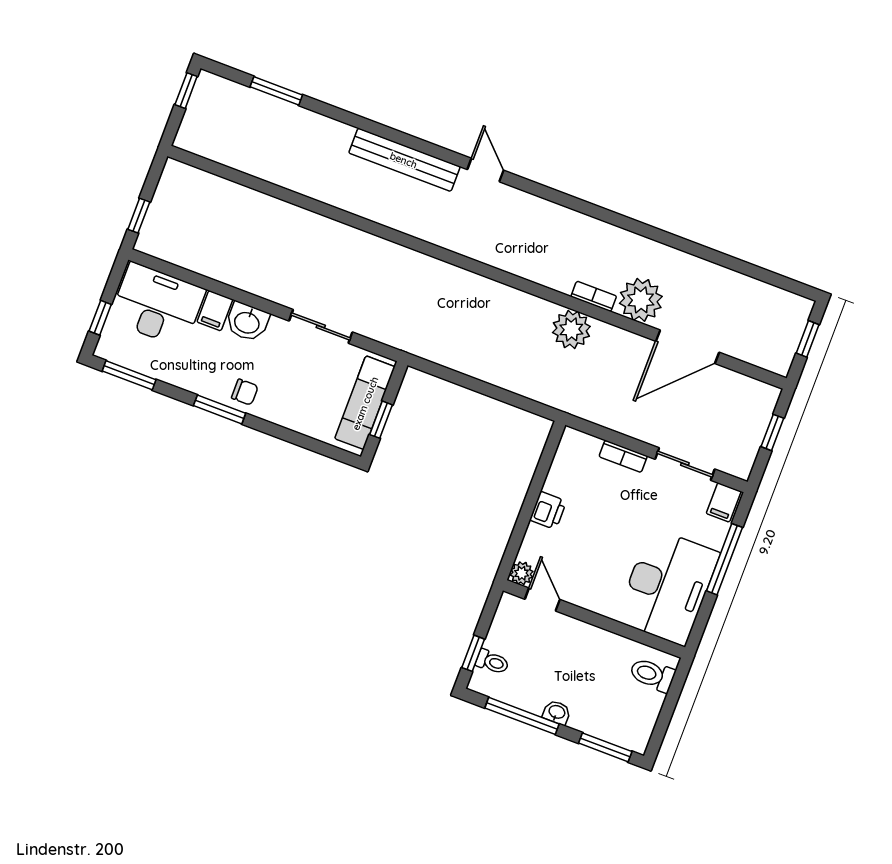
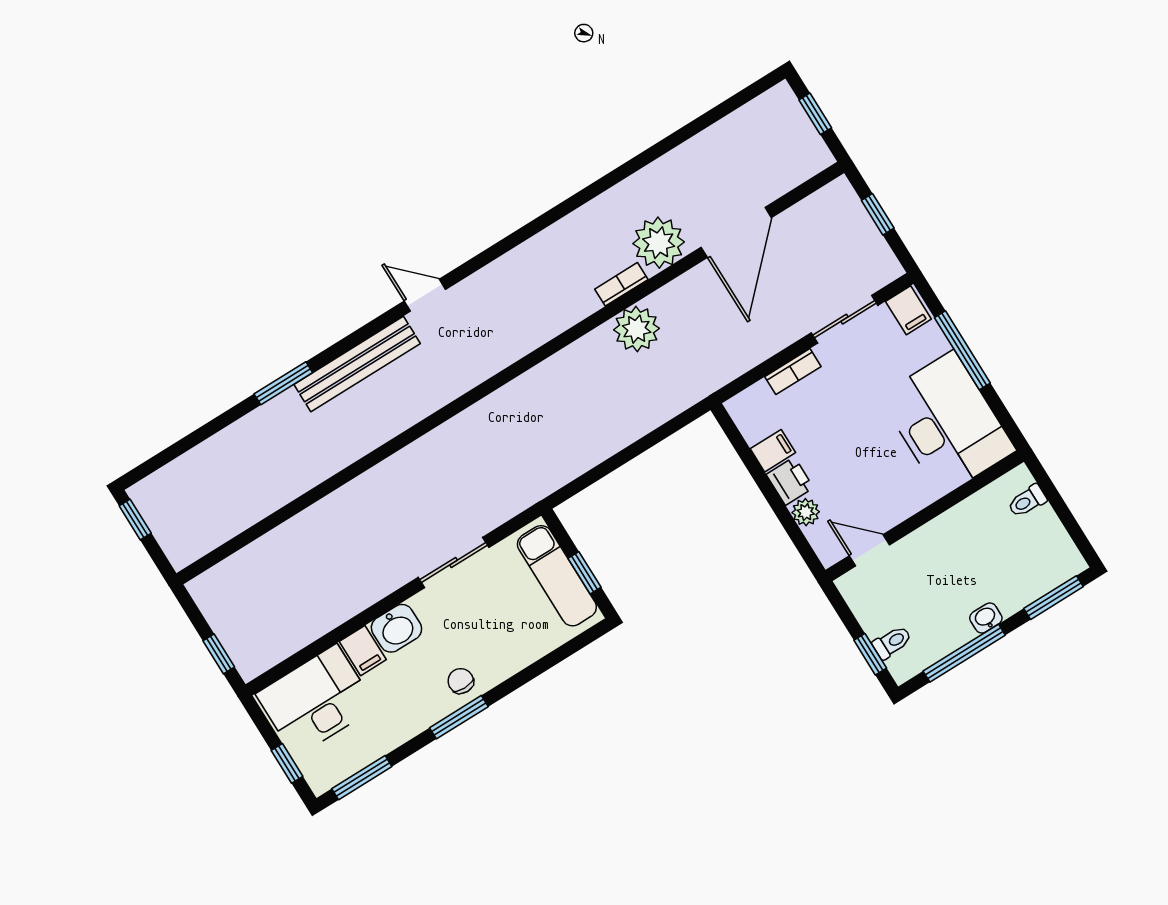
window: (276, 91) -> (283, 383), moved
chair: (245, 392) -> (461, 681), turned -90
filing cabinet: (560, 483) -> (773, 451), added
plant: (522, 573) -> (806, 512), moved
toilet: (652, 675) -> (1027, 501), width x0.73, depth x0.72

